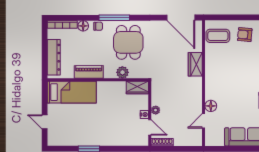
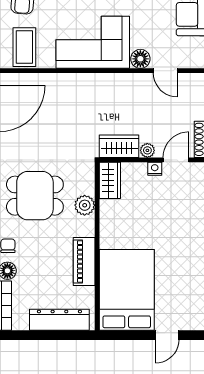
wardrobe: (195, 64) -> (119, 146), moved, turned 180
corner sofa: (221, 77) -> (93, 42), added
bed: (72, 92) -> (127, 290), width x1.50

